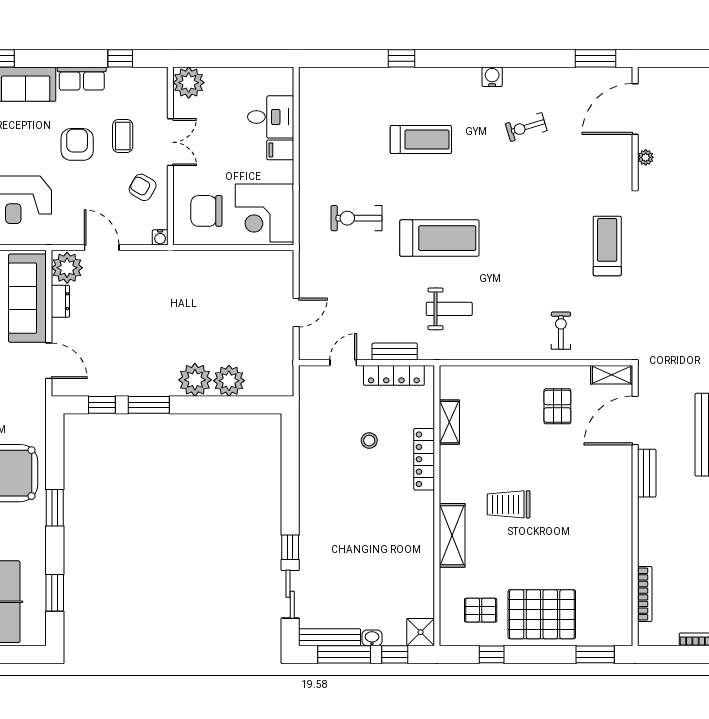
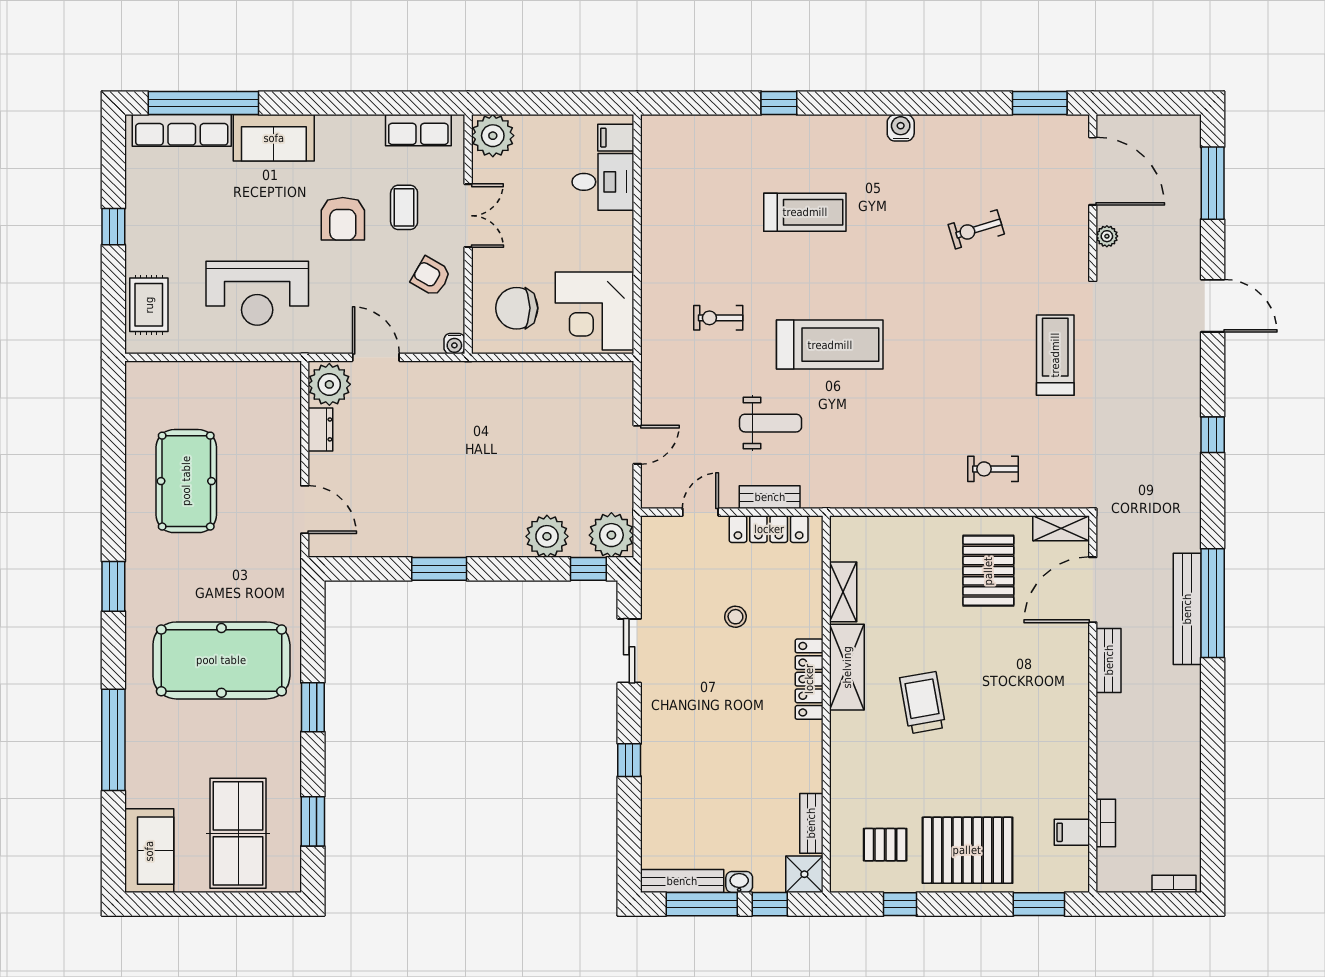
window: (120, 58) -> (401, 103), removed
row of seats: (82, 78) -> (418, 130), moved
door: (635, 109) -> (1093, 171), swing flipped
exercise bike: (526, 127) -> (976, 229), moved
armchair: (77, 144) -> (343, 219), turned 180
filing cabinet: (280, 150) -> (616, 138), moved
exercise bike: (356, 218) -> (718, 318), width x0.73, depth x0.72
sofa: (27, 298) -> (276, 425), removed
weight bench: (449, 309) -> (771, 423), moved
exercise bike: (561, 331) -> (993, 469), turned -90
plant: (195, 380) -> (611, 535), moved
window: (102, 405) -> (588, 569), moved
pallet: (557, 406) -> (988, 571), width x1.50, depth x1.42
locker: (424, 459) -> (809, 679), moved
trolley: (509, 504) -> (923, 703), turned 80
shelving: (452, 535) -> (847, 667), moved
sliding door: (290, 594) -> (629, 651), moved
bench: (426, 594) -> (811, 823), added
bookcase: (645, 594) -> (1106, 823), width x0.64
filing cabinet: (620, 601) -> (1072, 832), added

